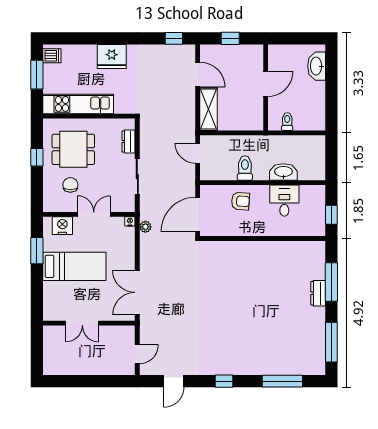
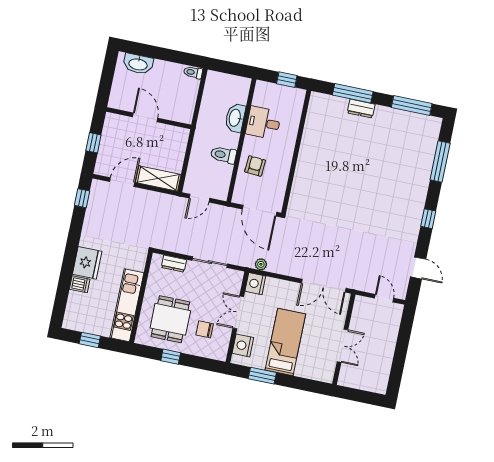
dishwasher: (52, 56) -> (80, 284), moved, turned 90
window: (37, 75) -> (90, 340), width x0.67
toilet: (287, 122) -> (193, 72), moved
nightstand: (130, 221) -> (255, 284), width x1.89, depth x1.79

